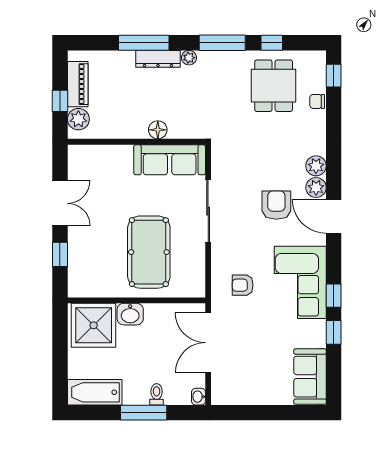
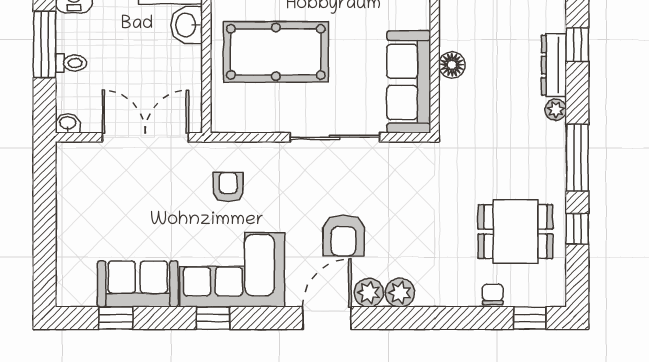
window: (144, 43) -> (577, 45), width x0.46
armchair: (276, 205) -> (344, 235), turned 90
window: (334, 332) -> (116, 318), moved
sofa: (310, 377) -> (138, 284), moved

